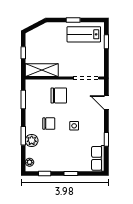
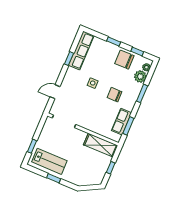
chair: (59, 95) -> (124, 60), moved
row of seats: (31, 101) -> (121, 122), added
door: (106, 103) -> (55, 92), swing flipped
plant: (32, 141) -> (140, 77), moved
row of seats: (98, 158) -> (81, 50), width x1.48

